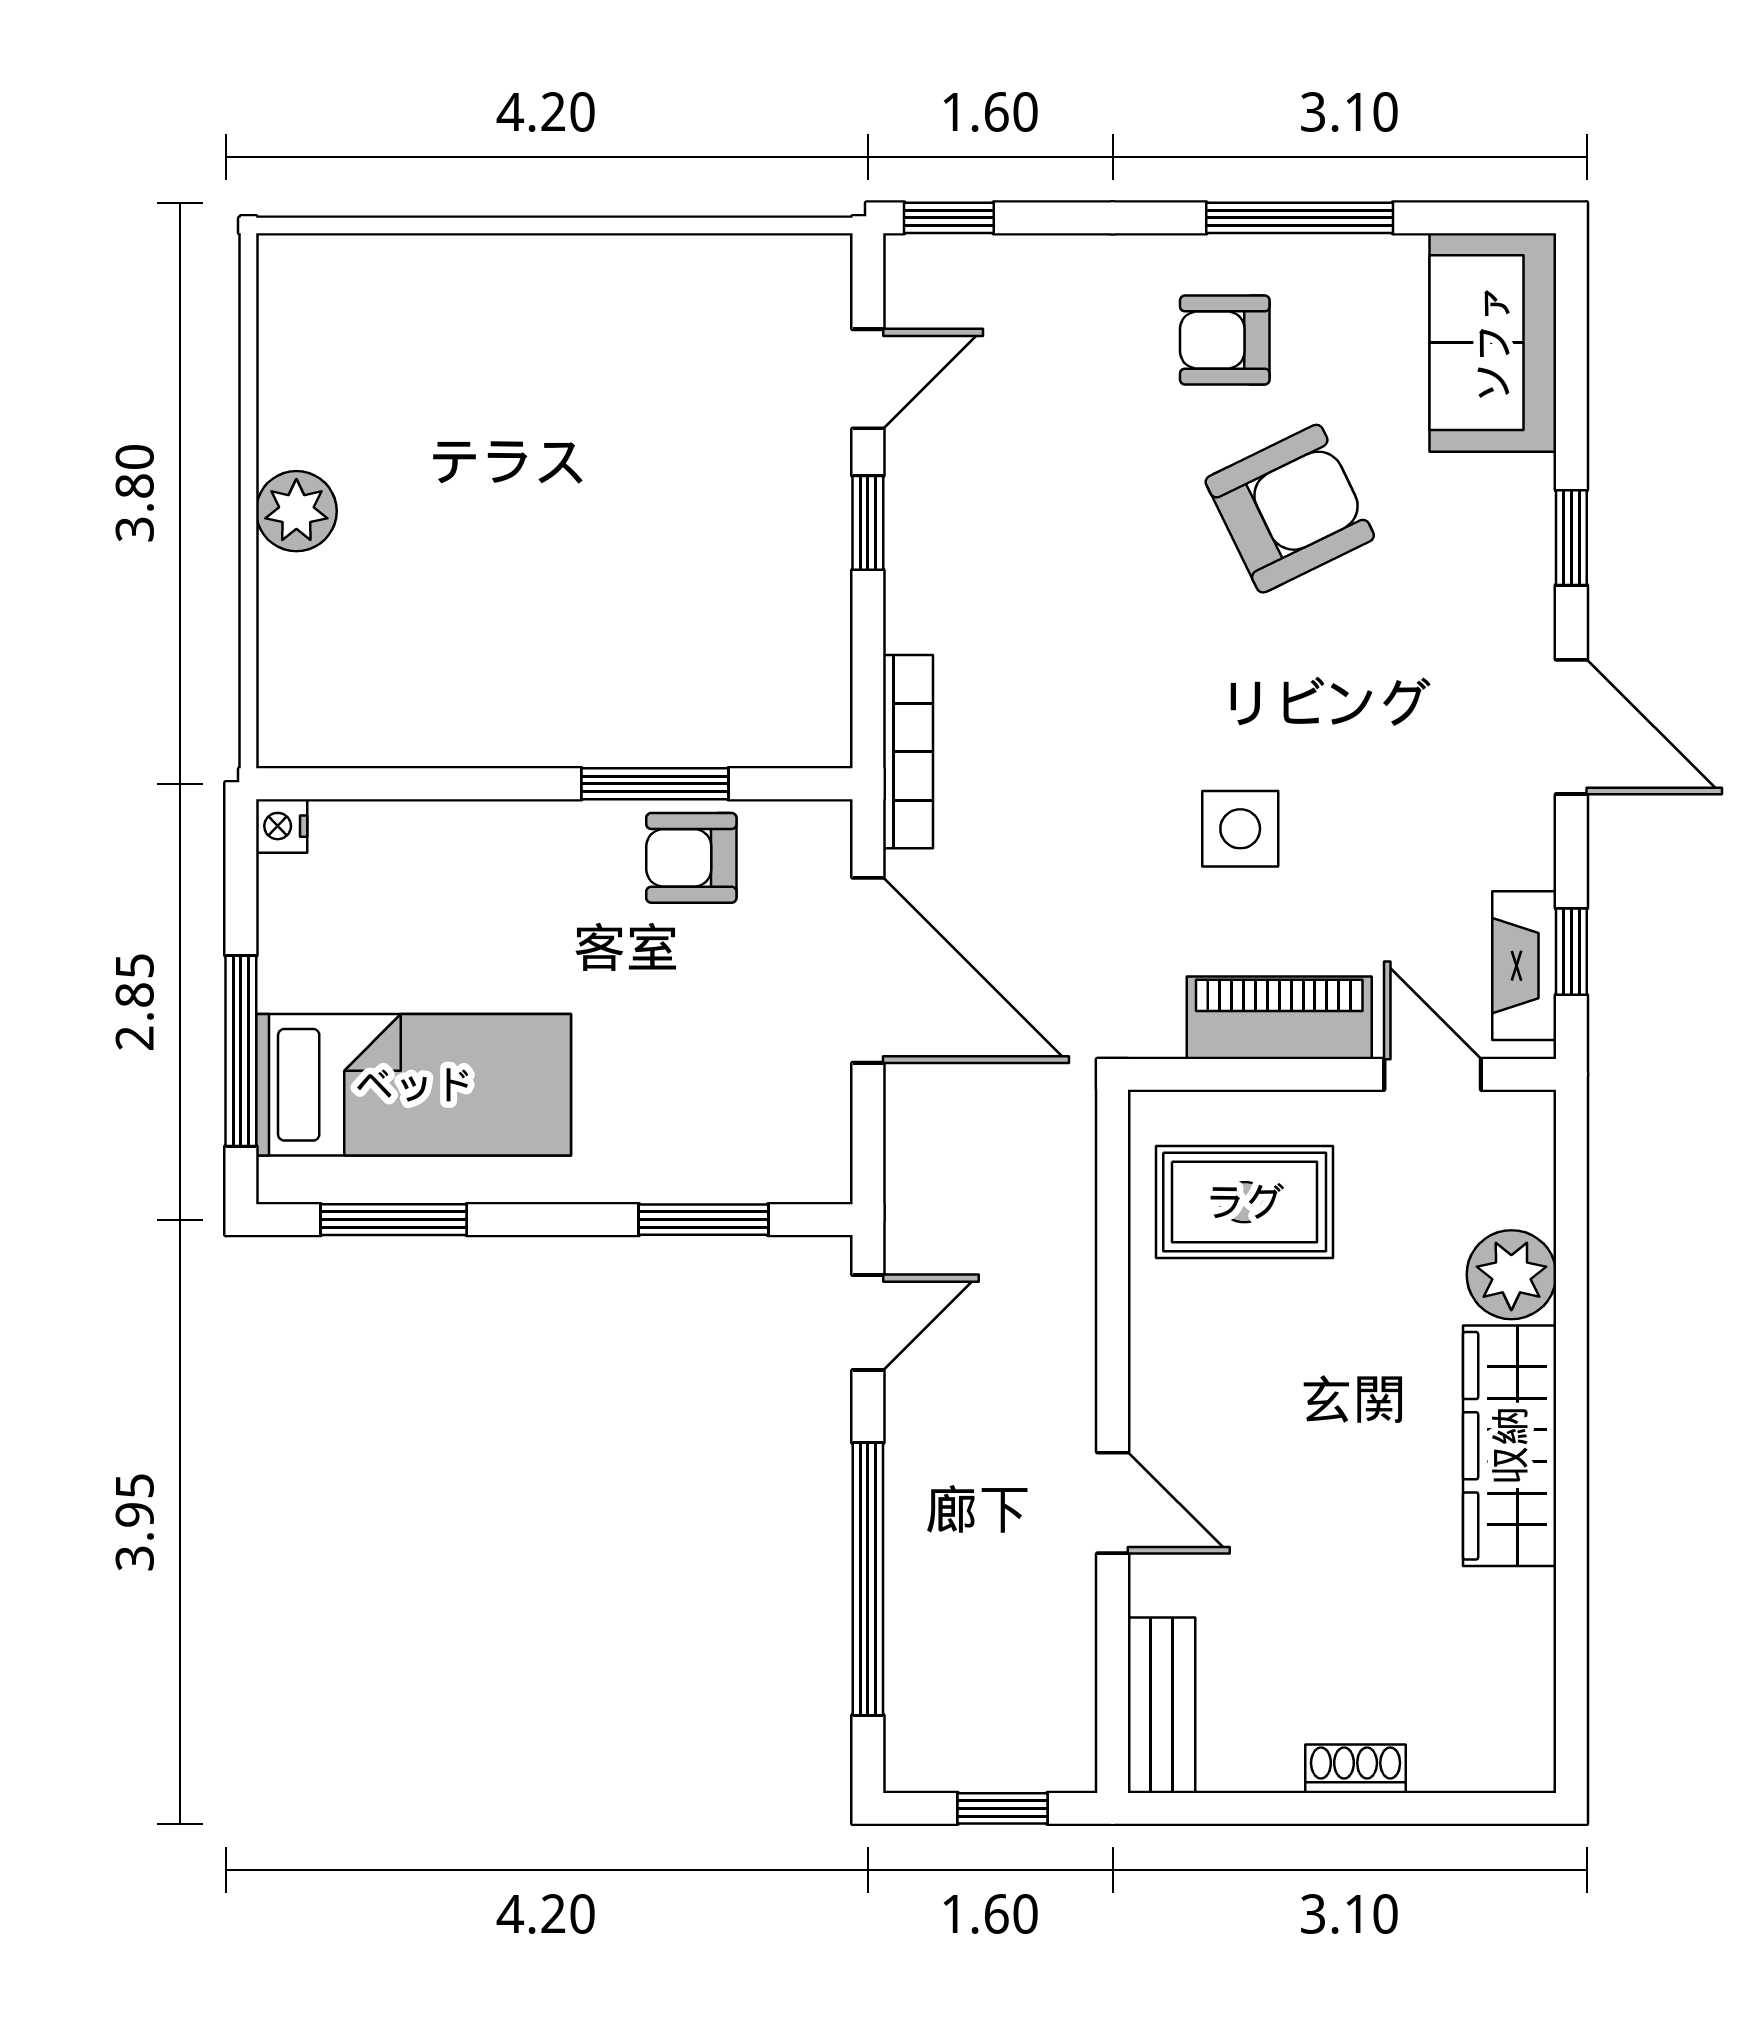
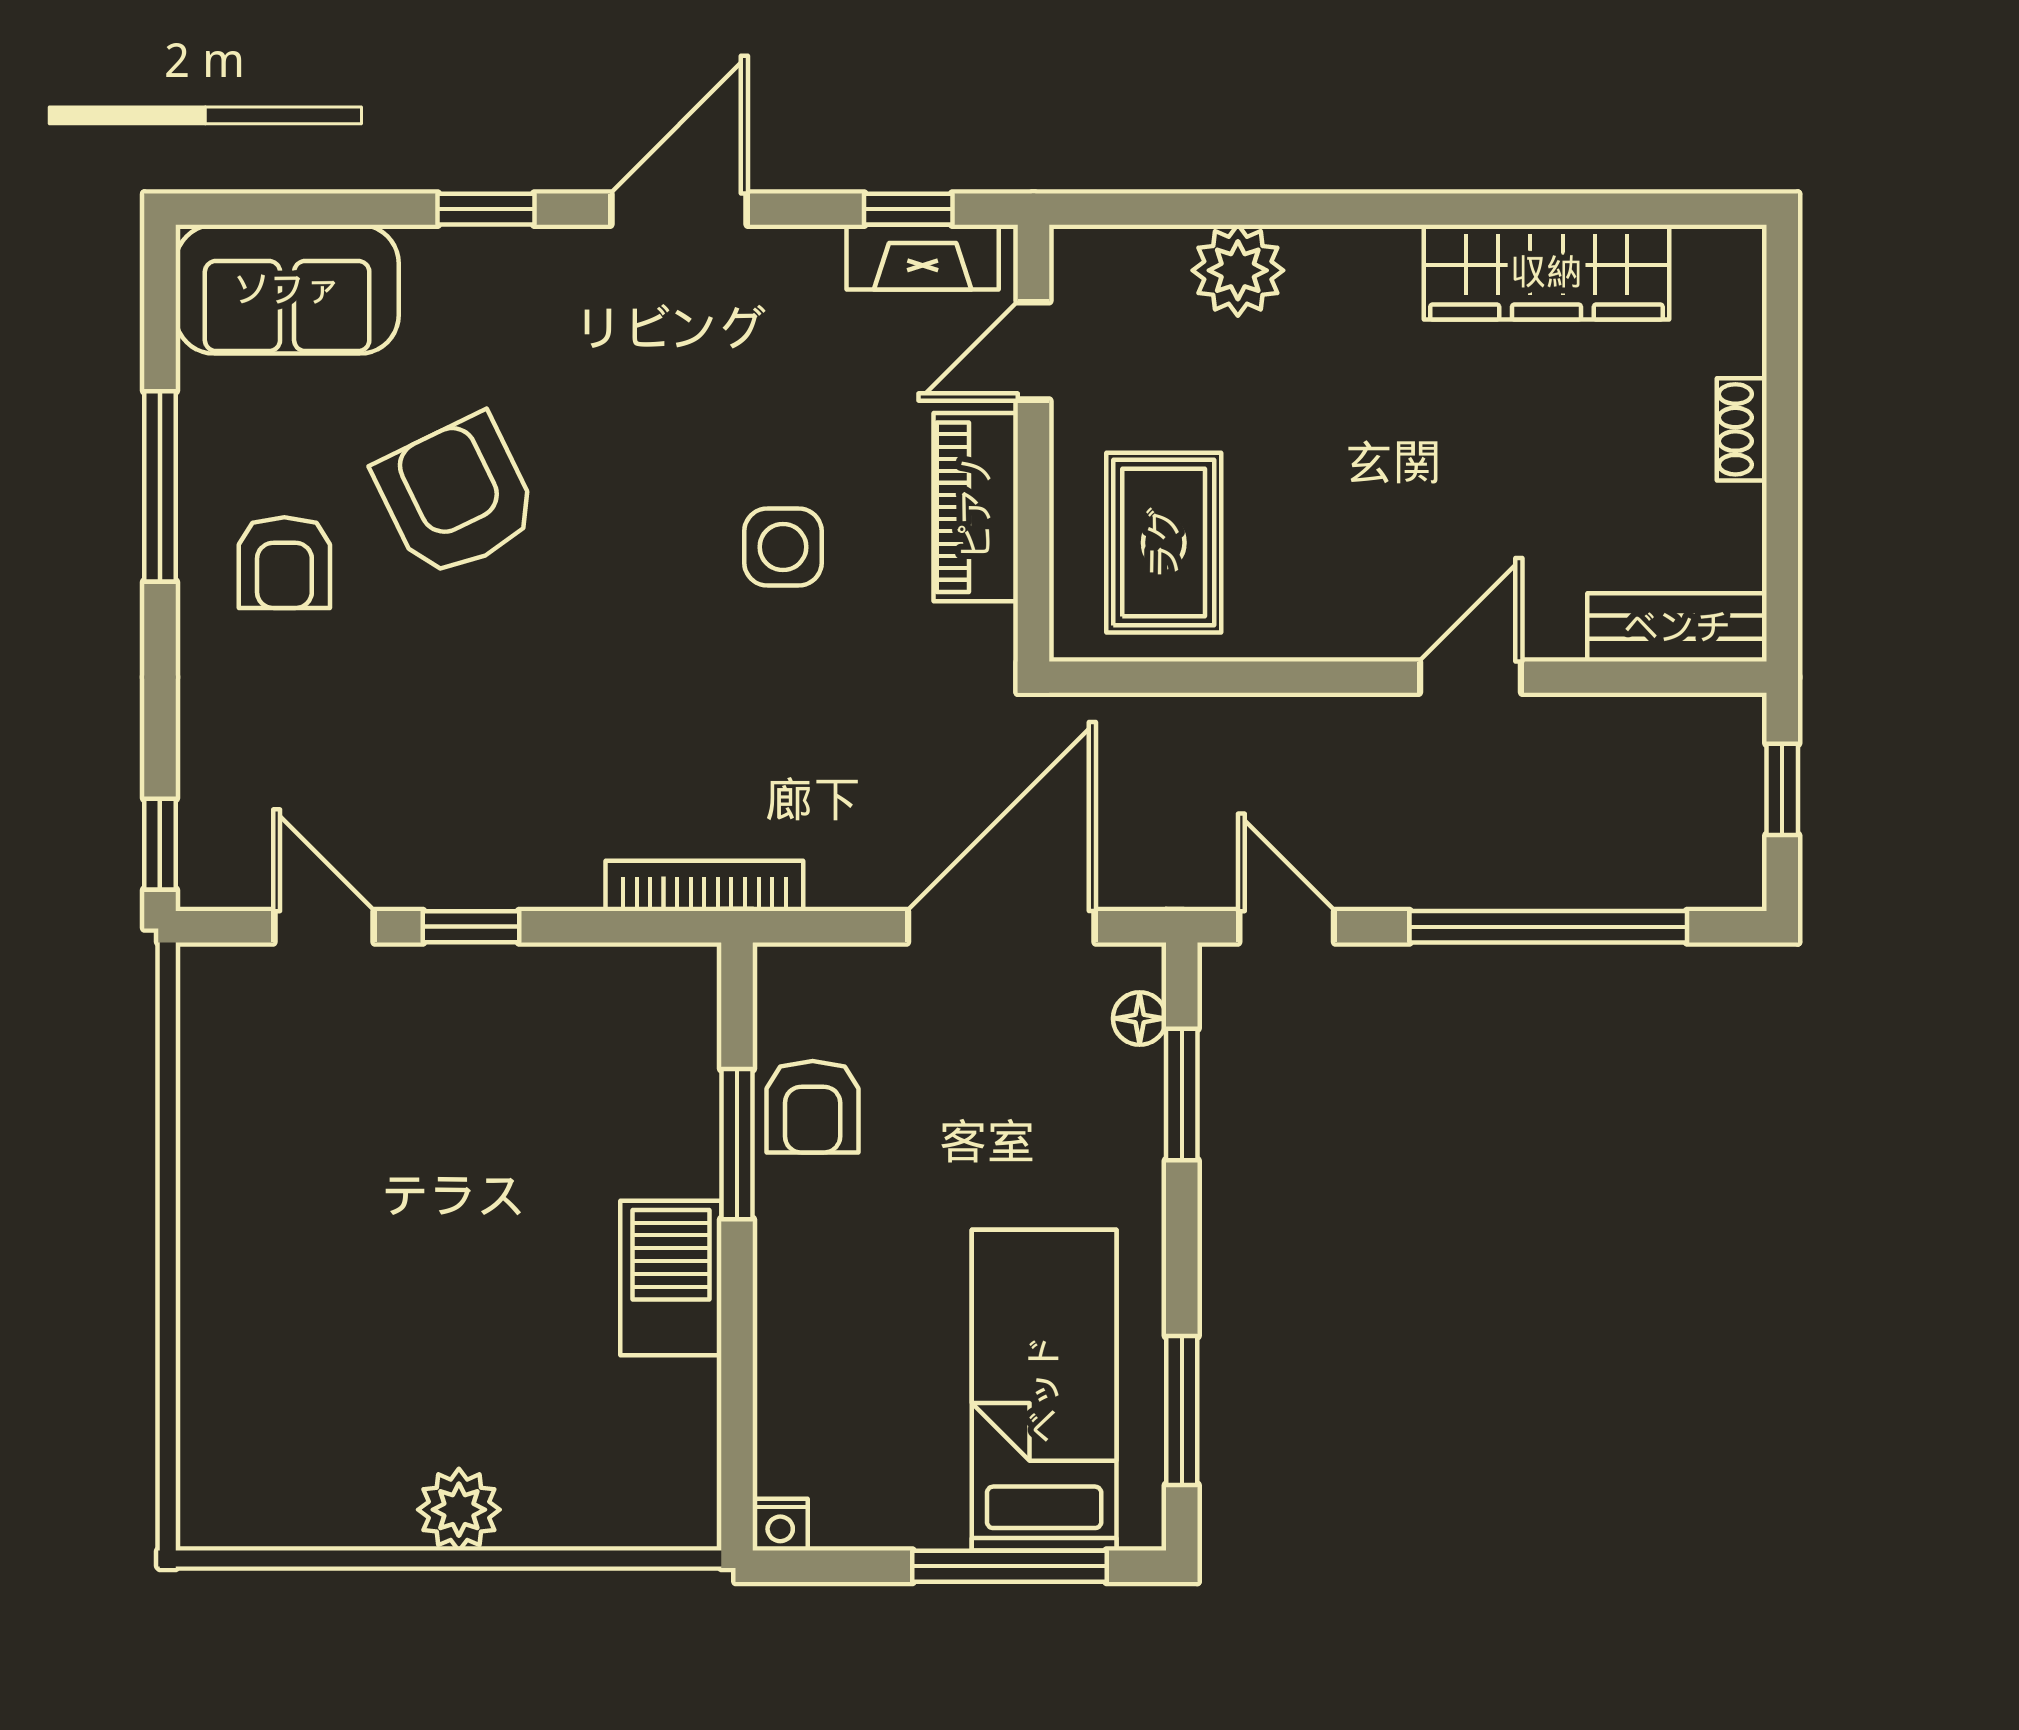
barbecue: (524, 719) -> (671, 1278), added
door: (868, 970) -> (1001, 927), moved
floor lamp: (778, 1178) -> (1140, 1018), added
wardrobe: (1510, 1446) -> (1546, 272), moved

